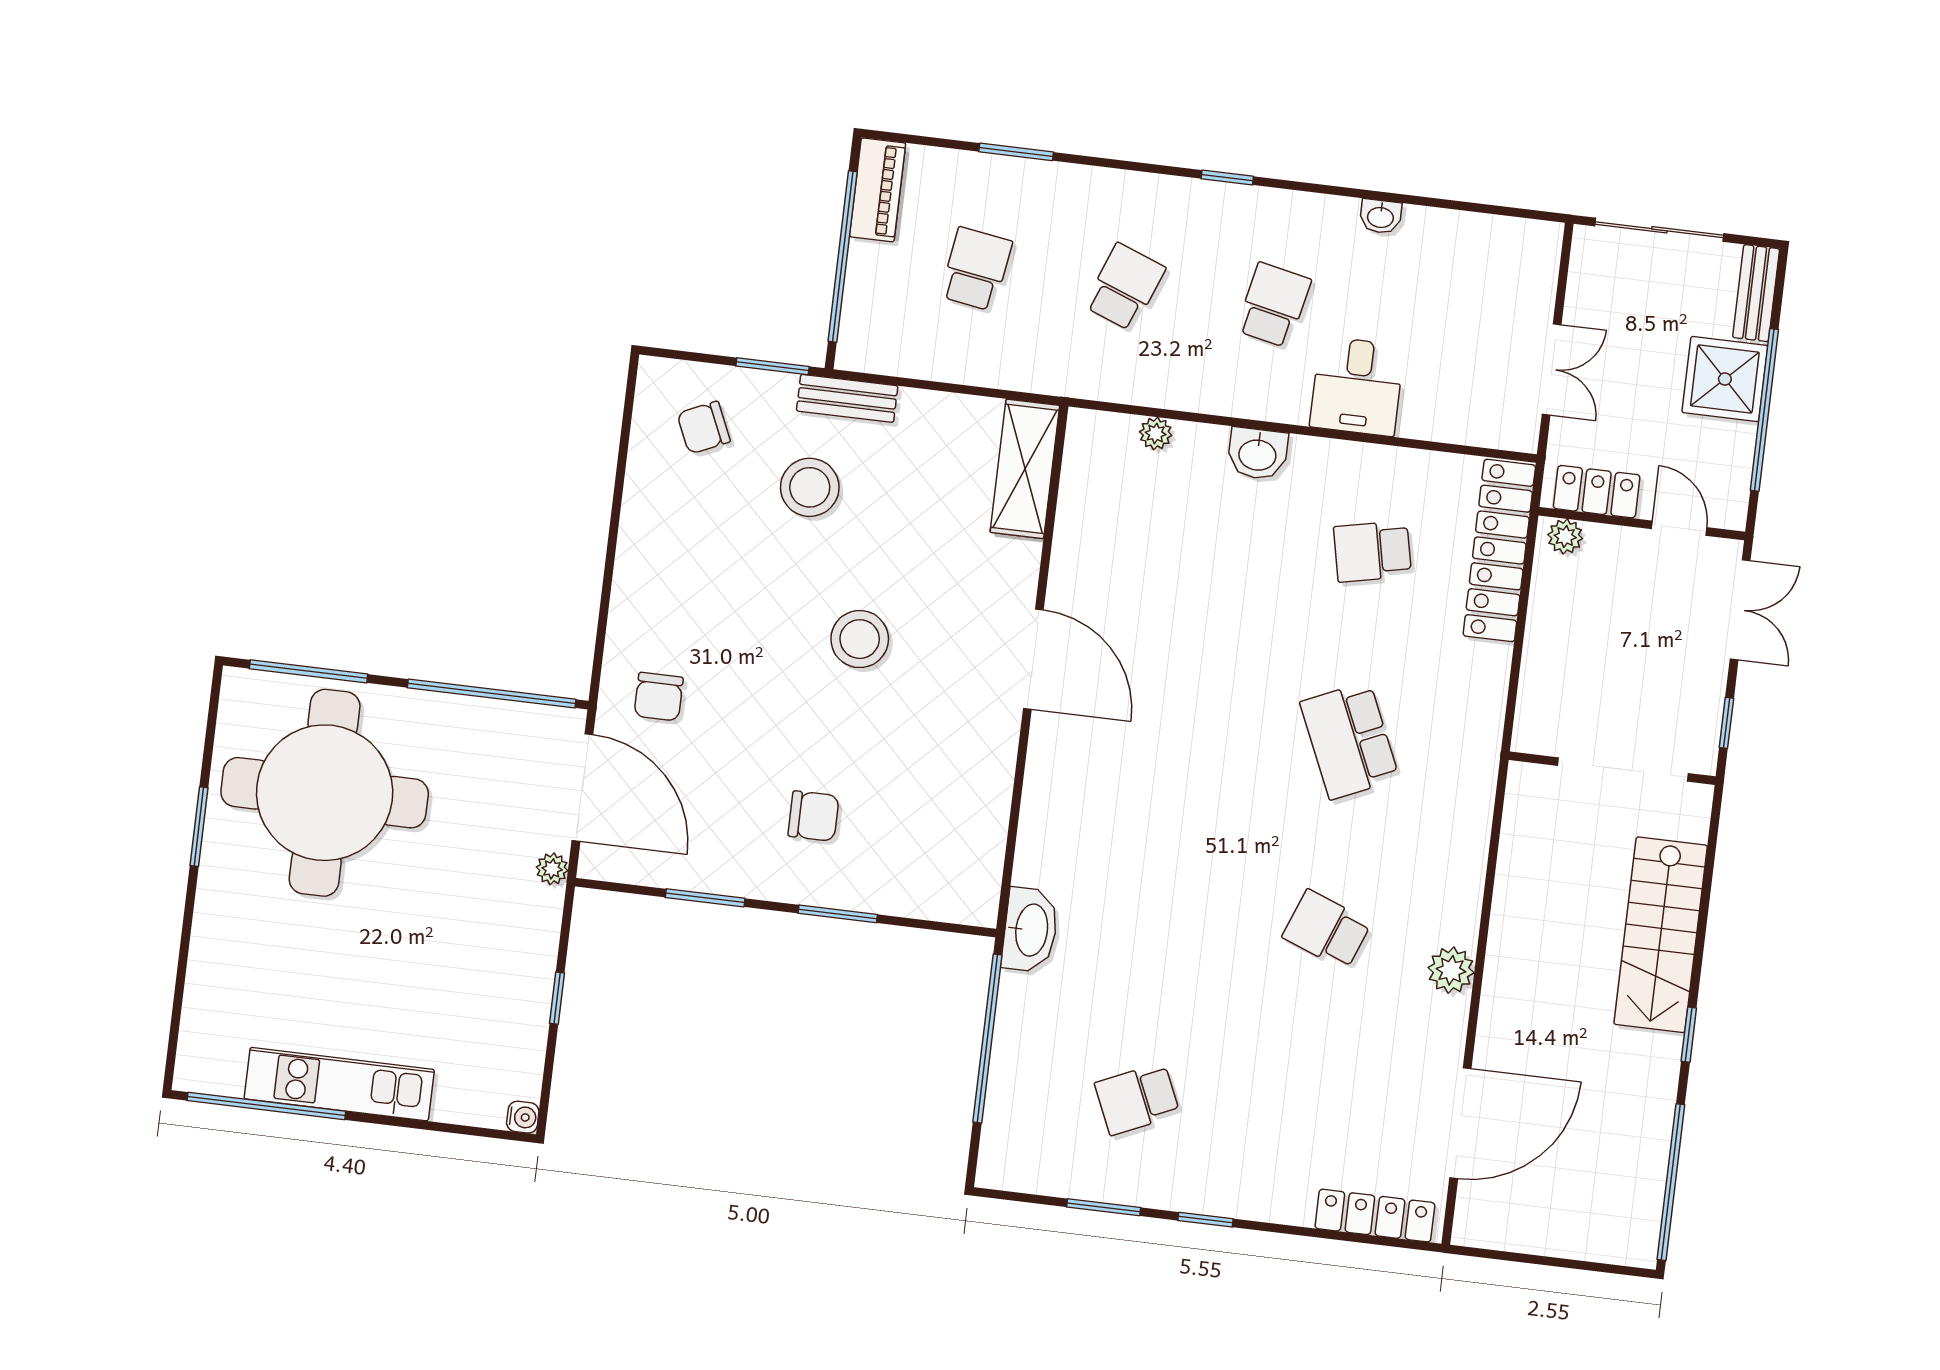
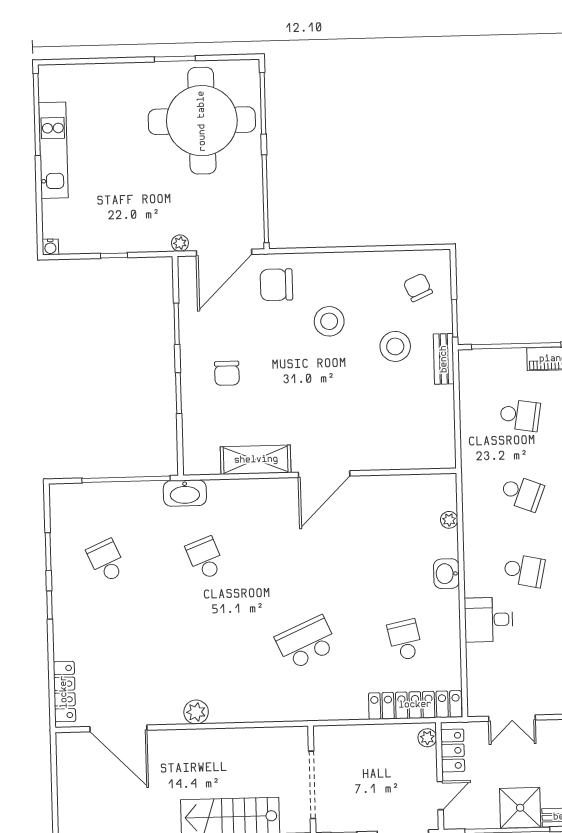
shelving: (1025, 469) -> (256, 460), moved
stool: (860, 639) -> (329, 321), moved
chair: (659, 697) -> (276, 285), width x1.37, depth x1.37
school desk: (1327, 930) -> (205, 558), moved, turned -42

